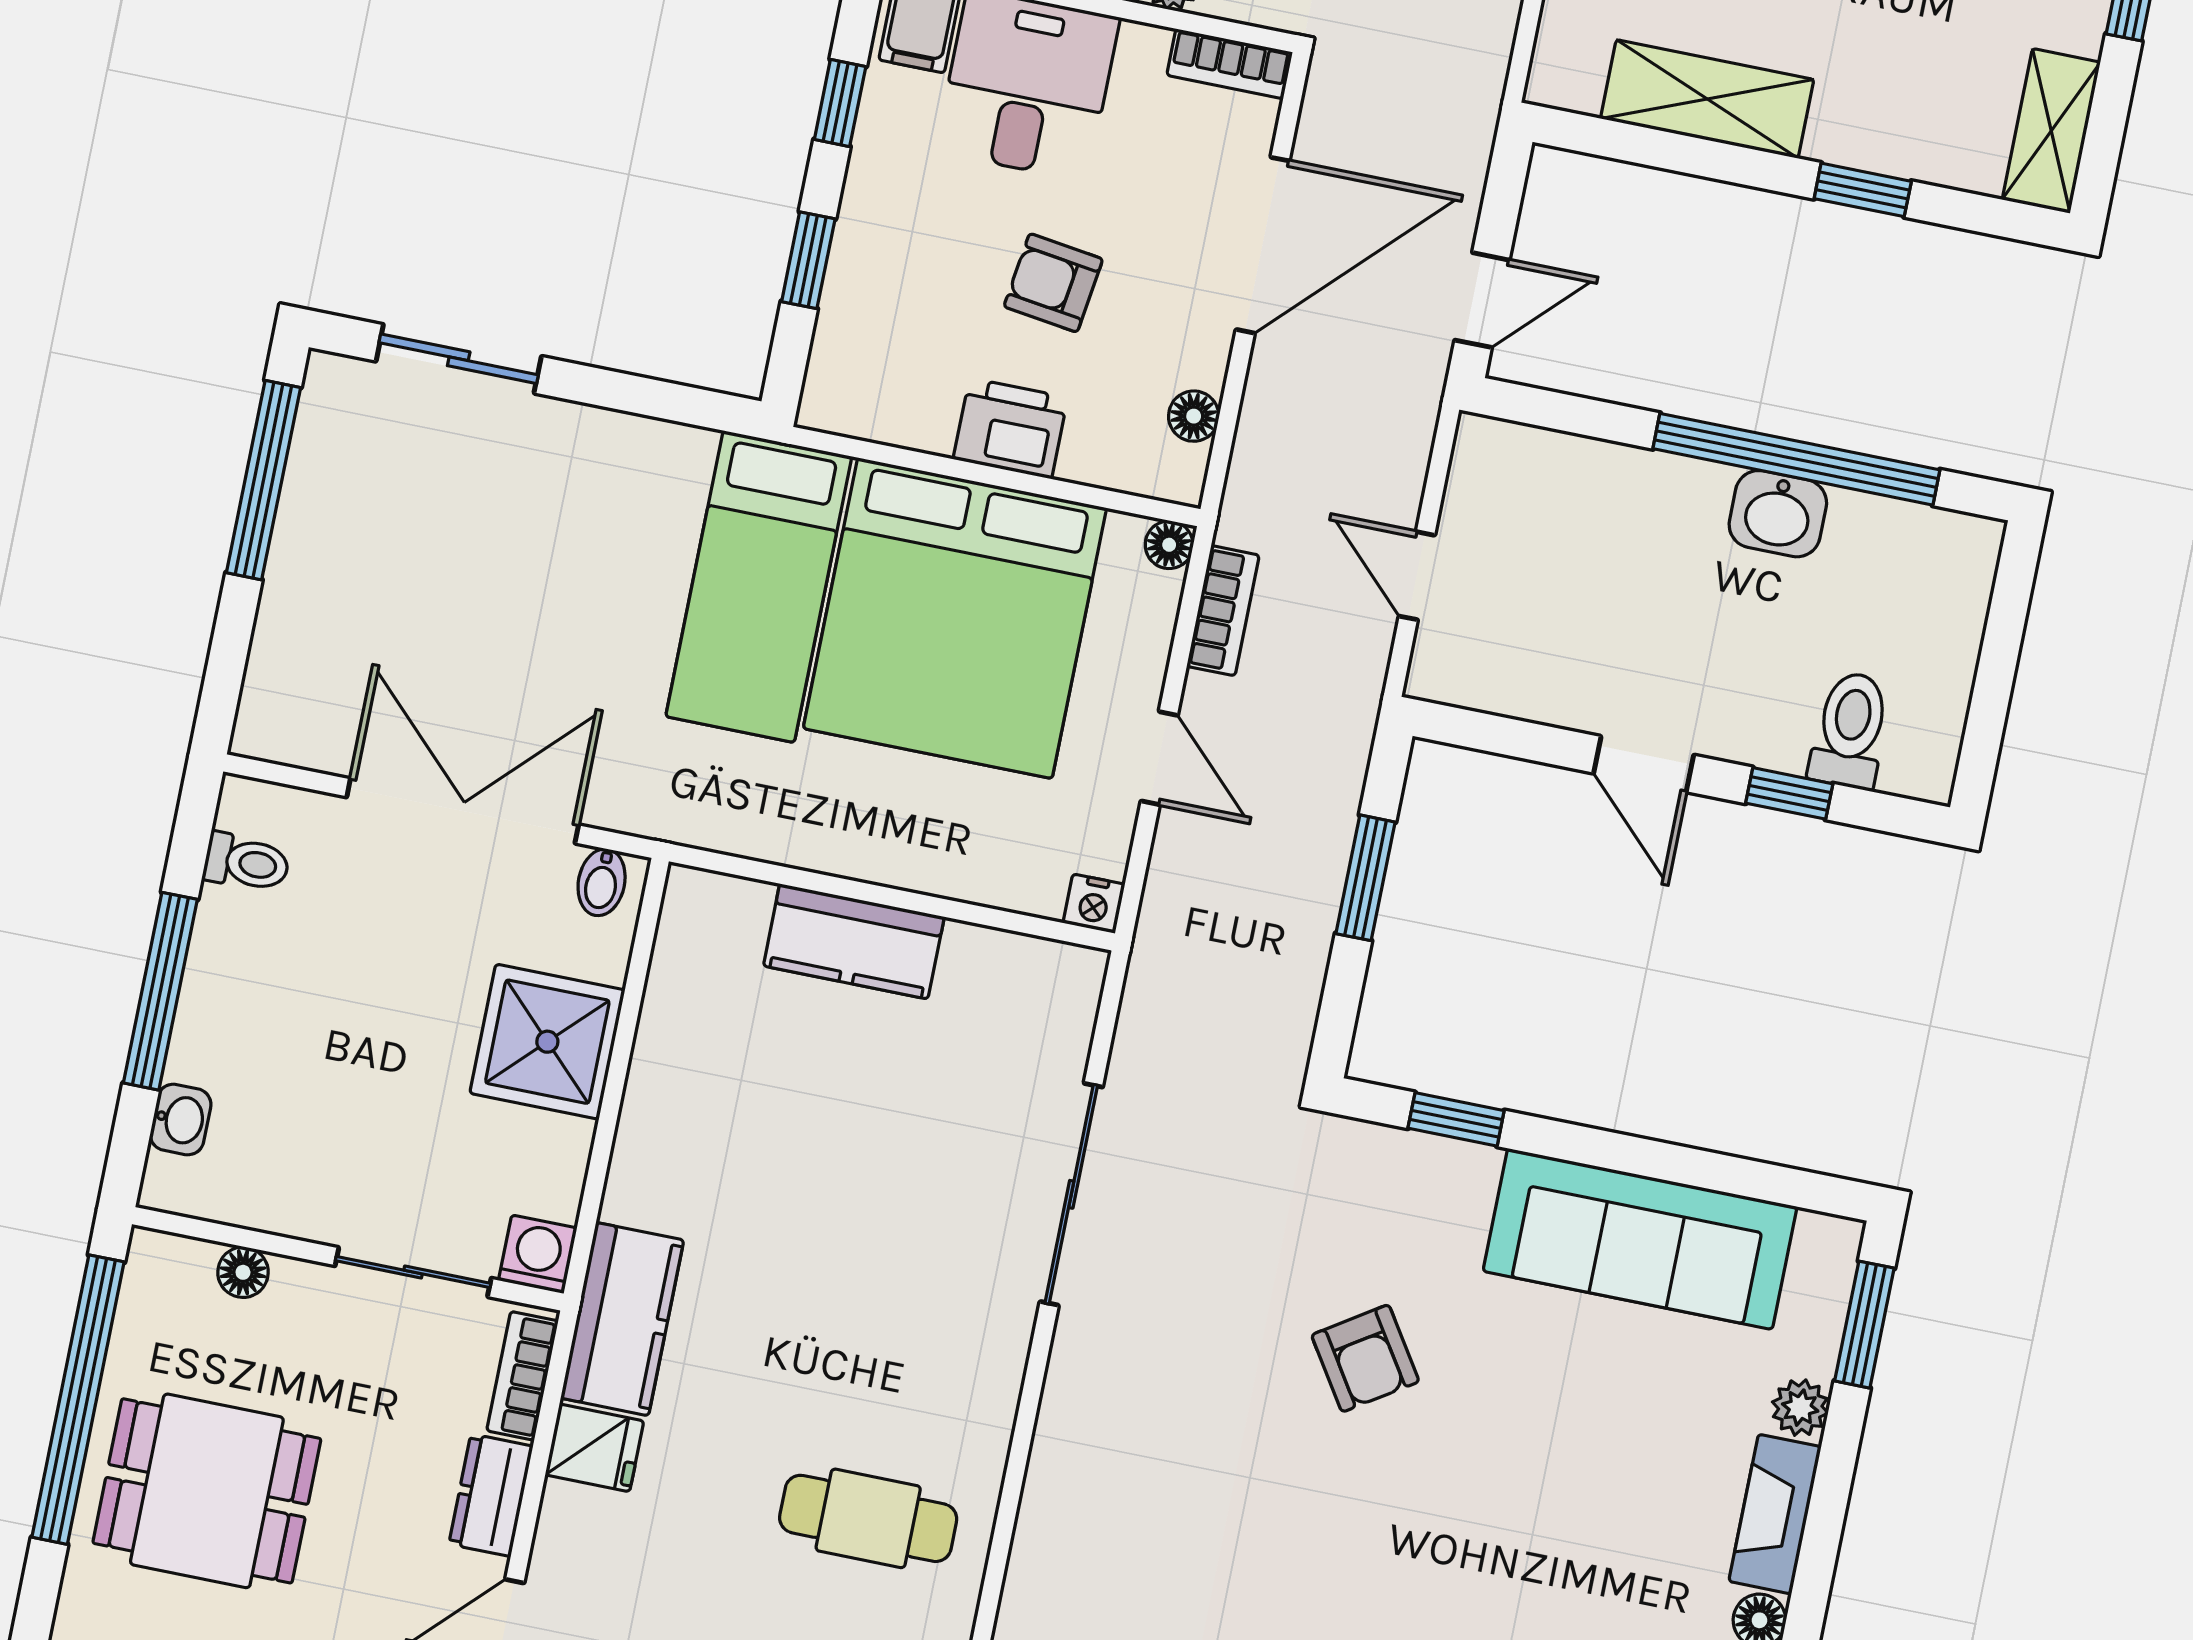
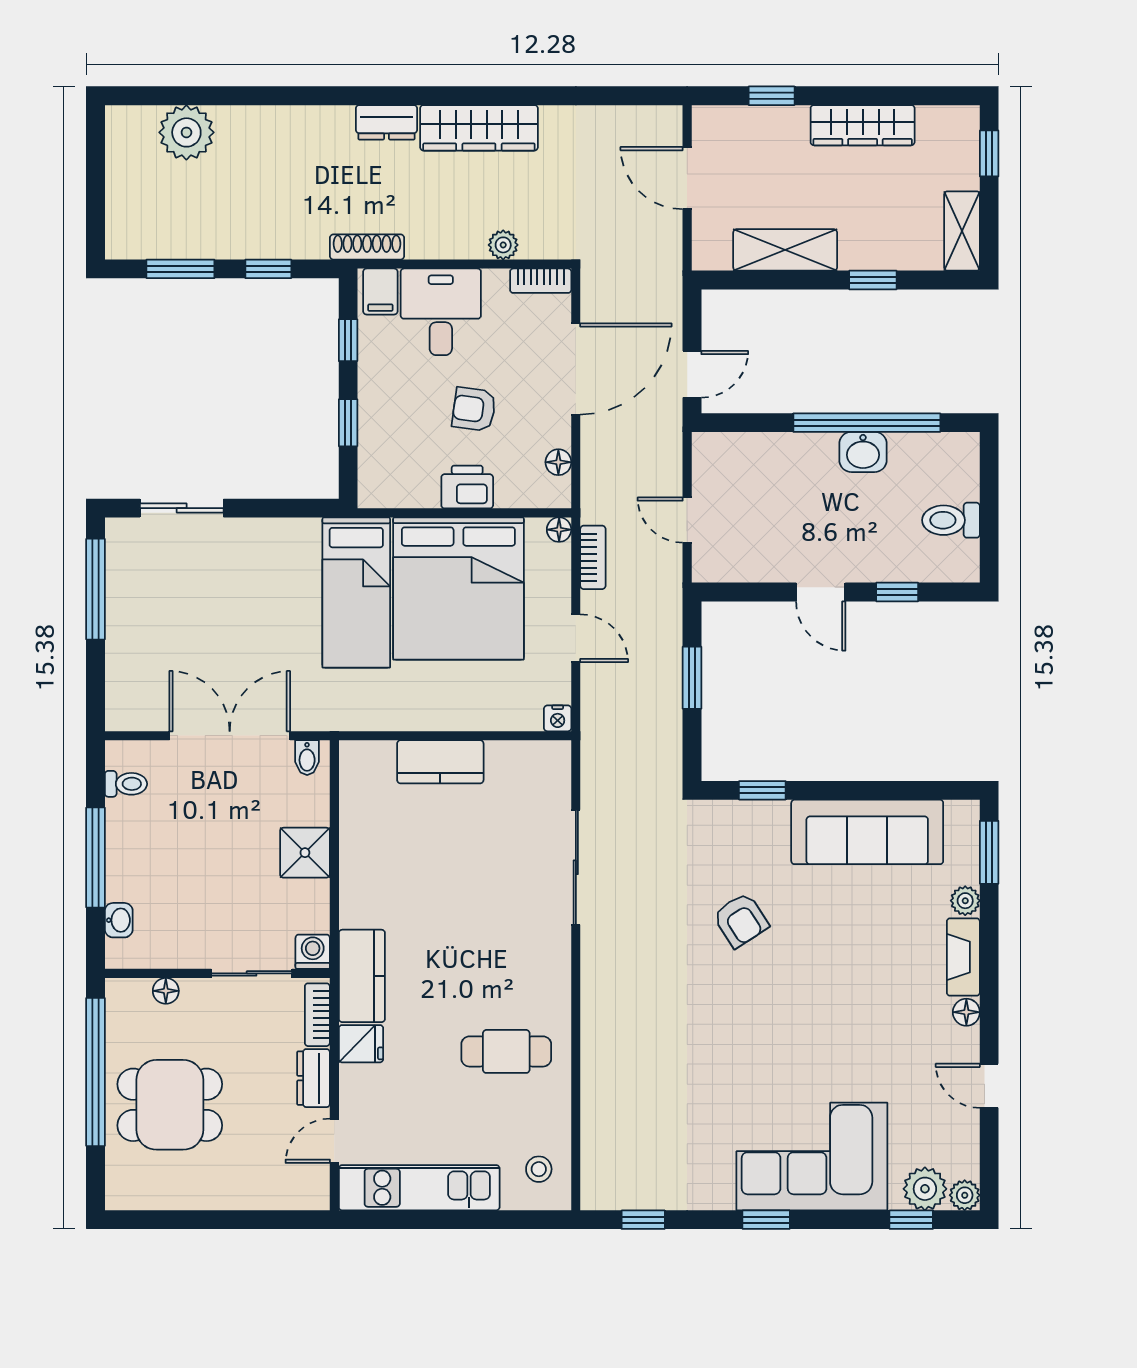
toilet: (1850, 730) -> (951, 520), moved, turned -90
shower: (547, 1042) -> (305, 853), width x0.73, depth x0.73

